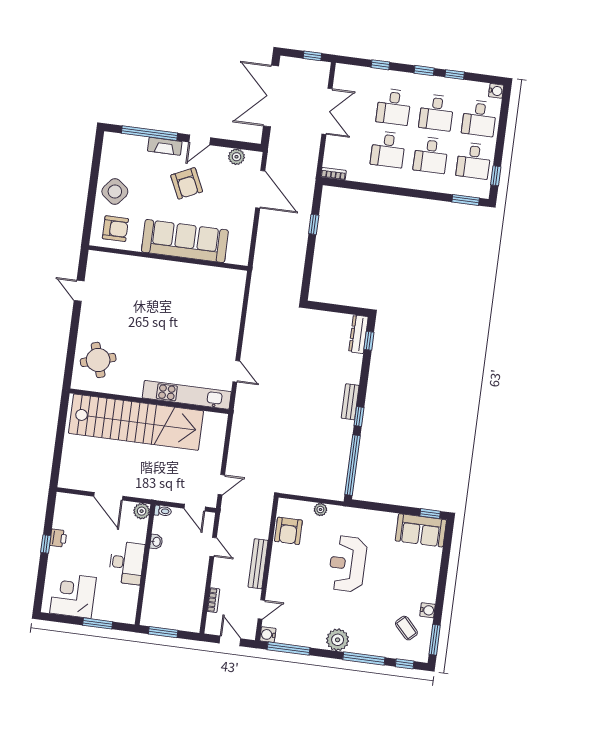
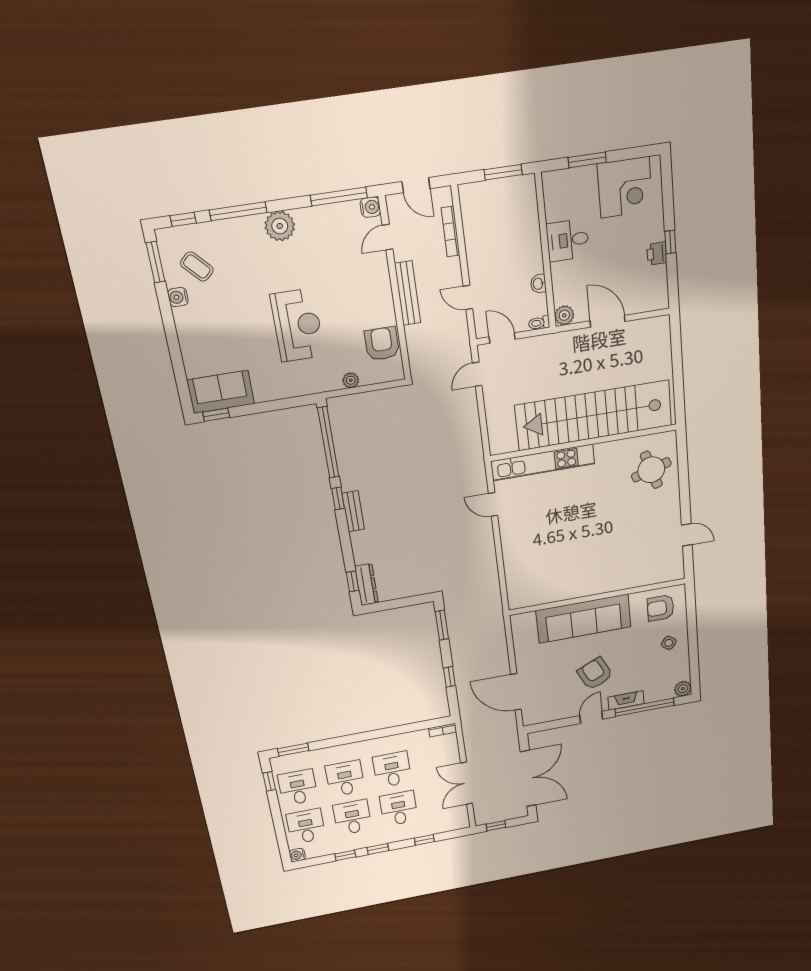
plant: (236, 157) -> (683, 689), moved
side table: (115, 192) -> (669, 643), width x0.54, depth x0.54
window: (307, 276) -> (442, 625), added
desk: (127, 563) -> (568, 240), width x0.73
bookcase: (213, 600) -> (451, 232), width x1.56

